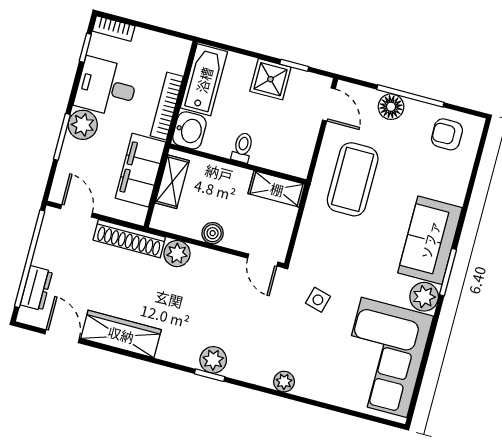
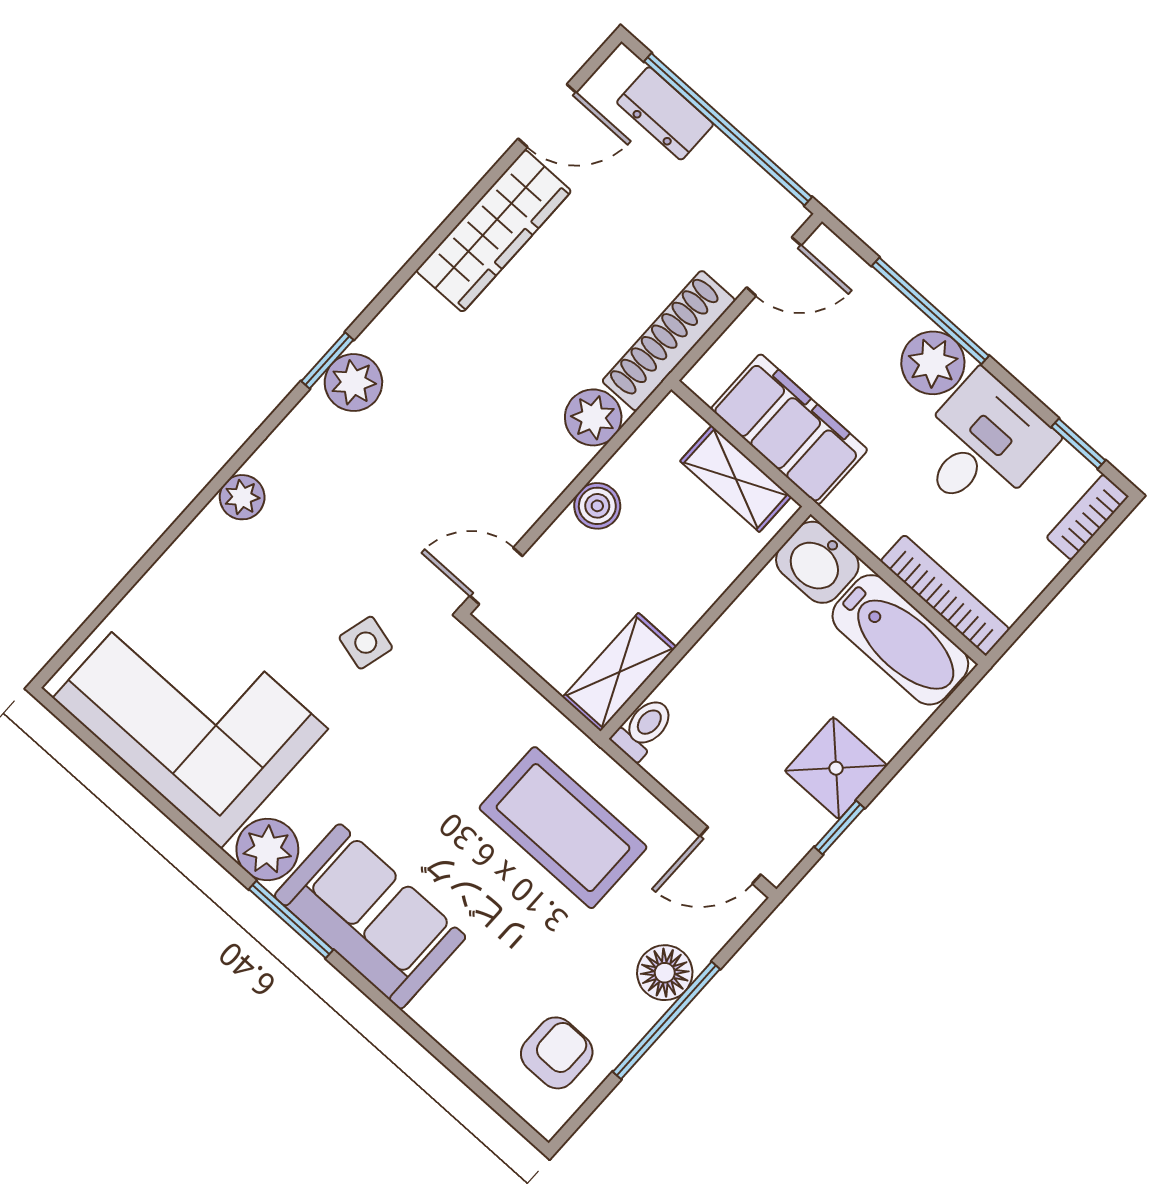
bookcase: (167, 106) -> (945, 595), moved
window: (62, 137) -> (930, 311), width x1.44
toilet: (242, 148) -> (643, 729), moved, turned -90

